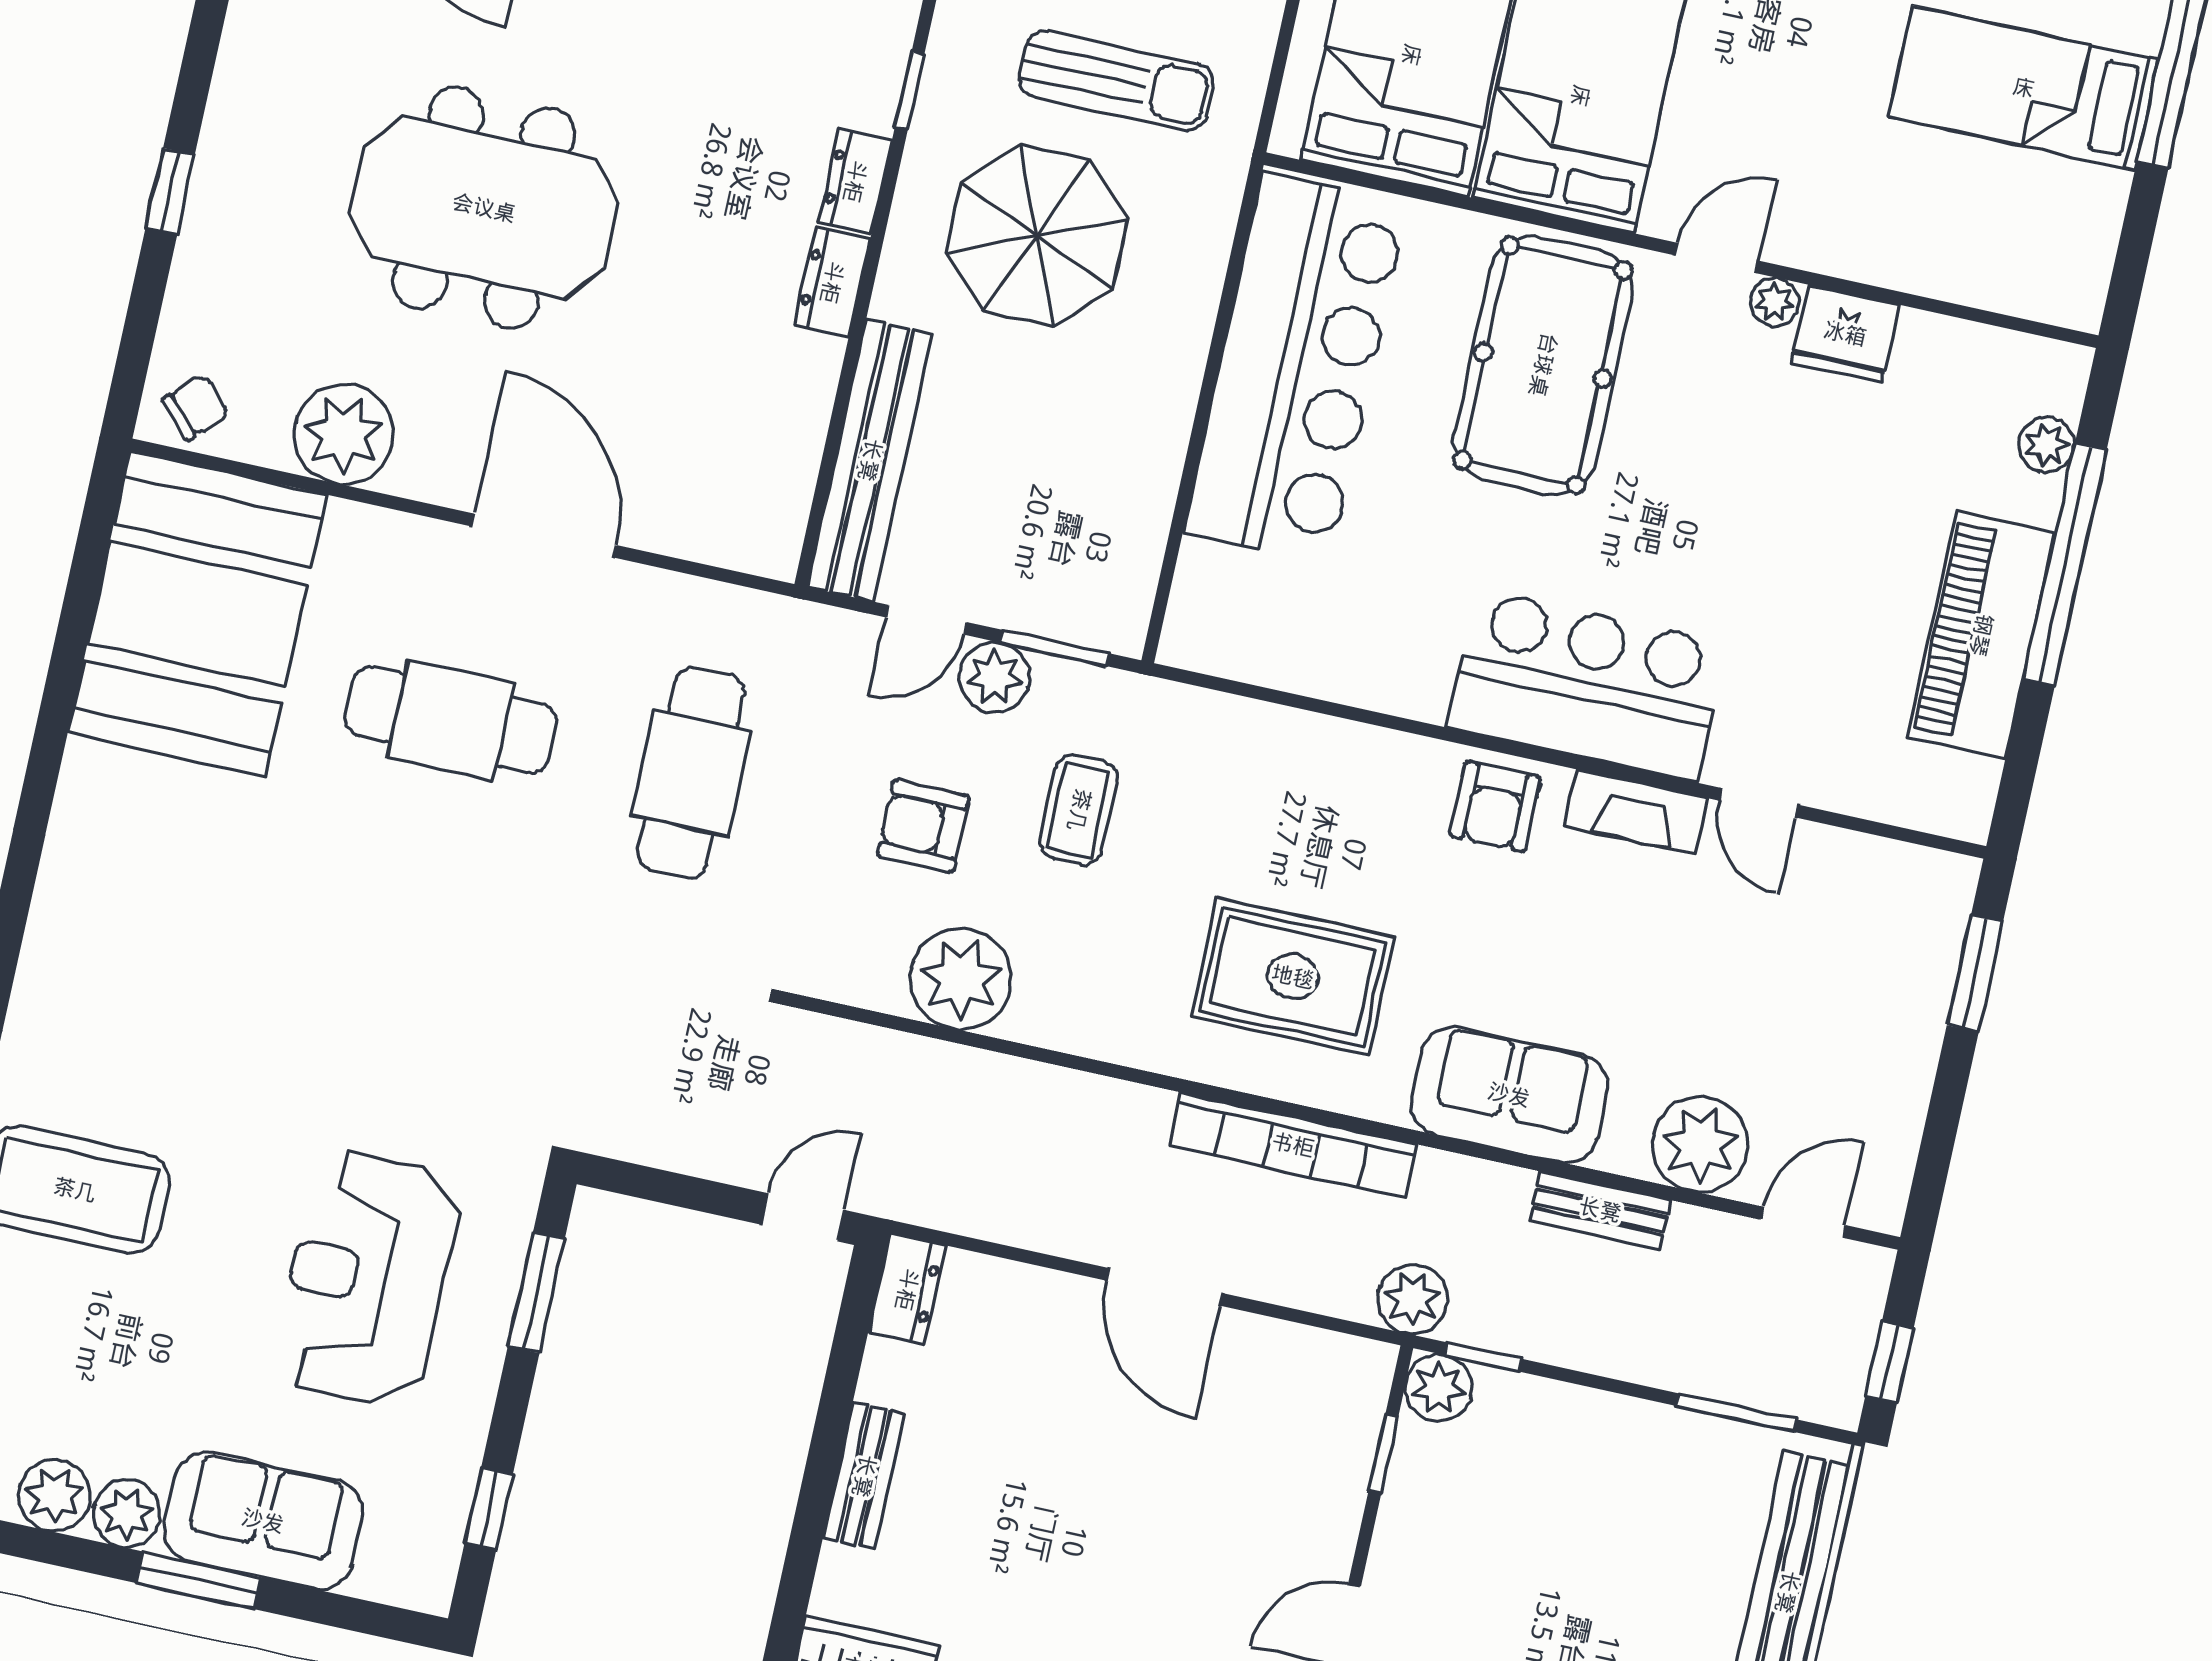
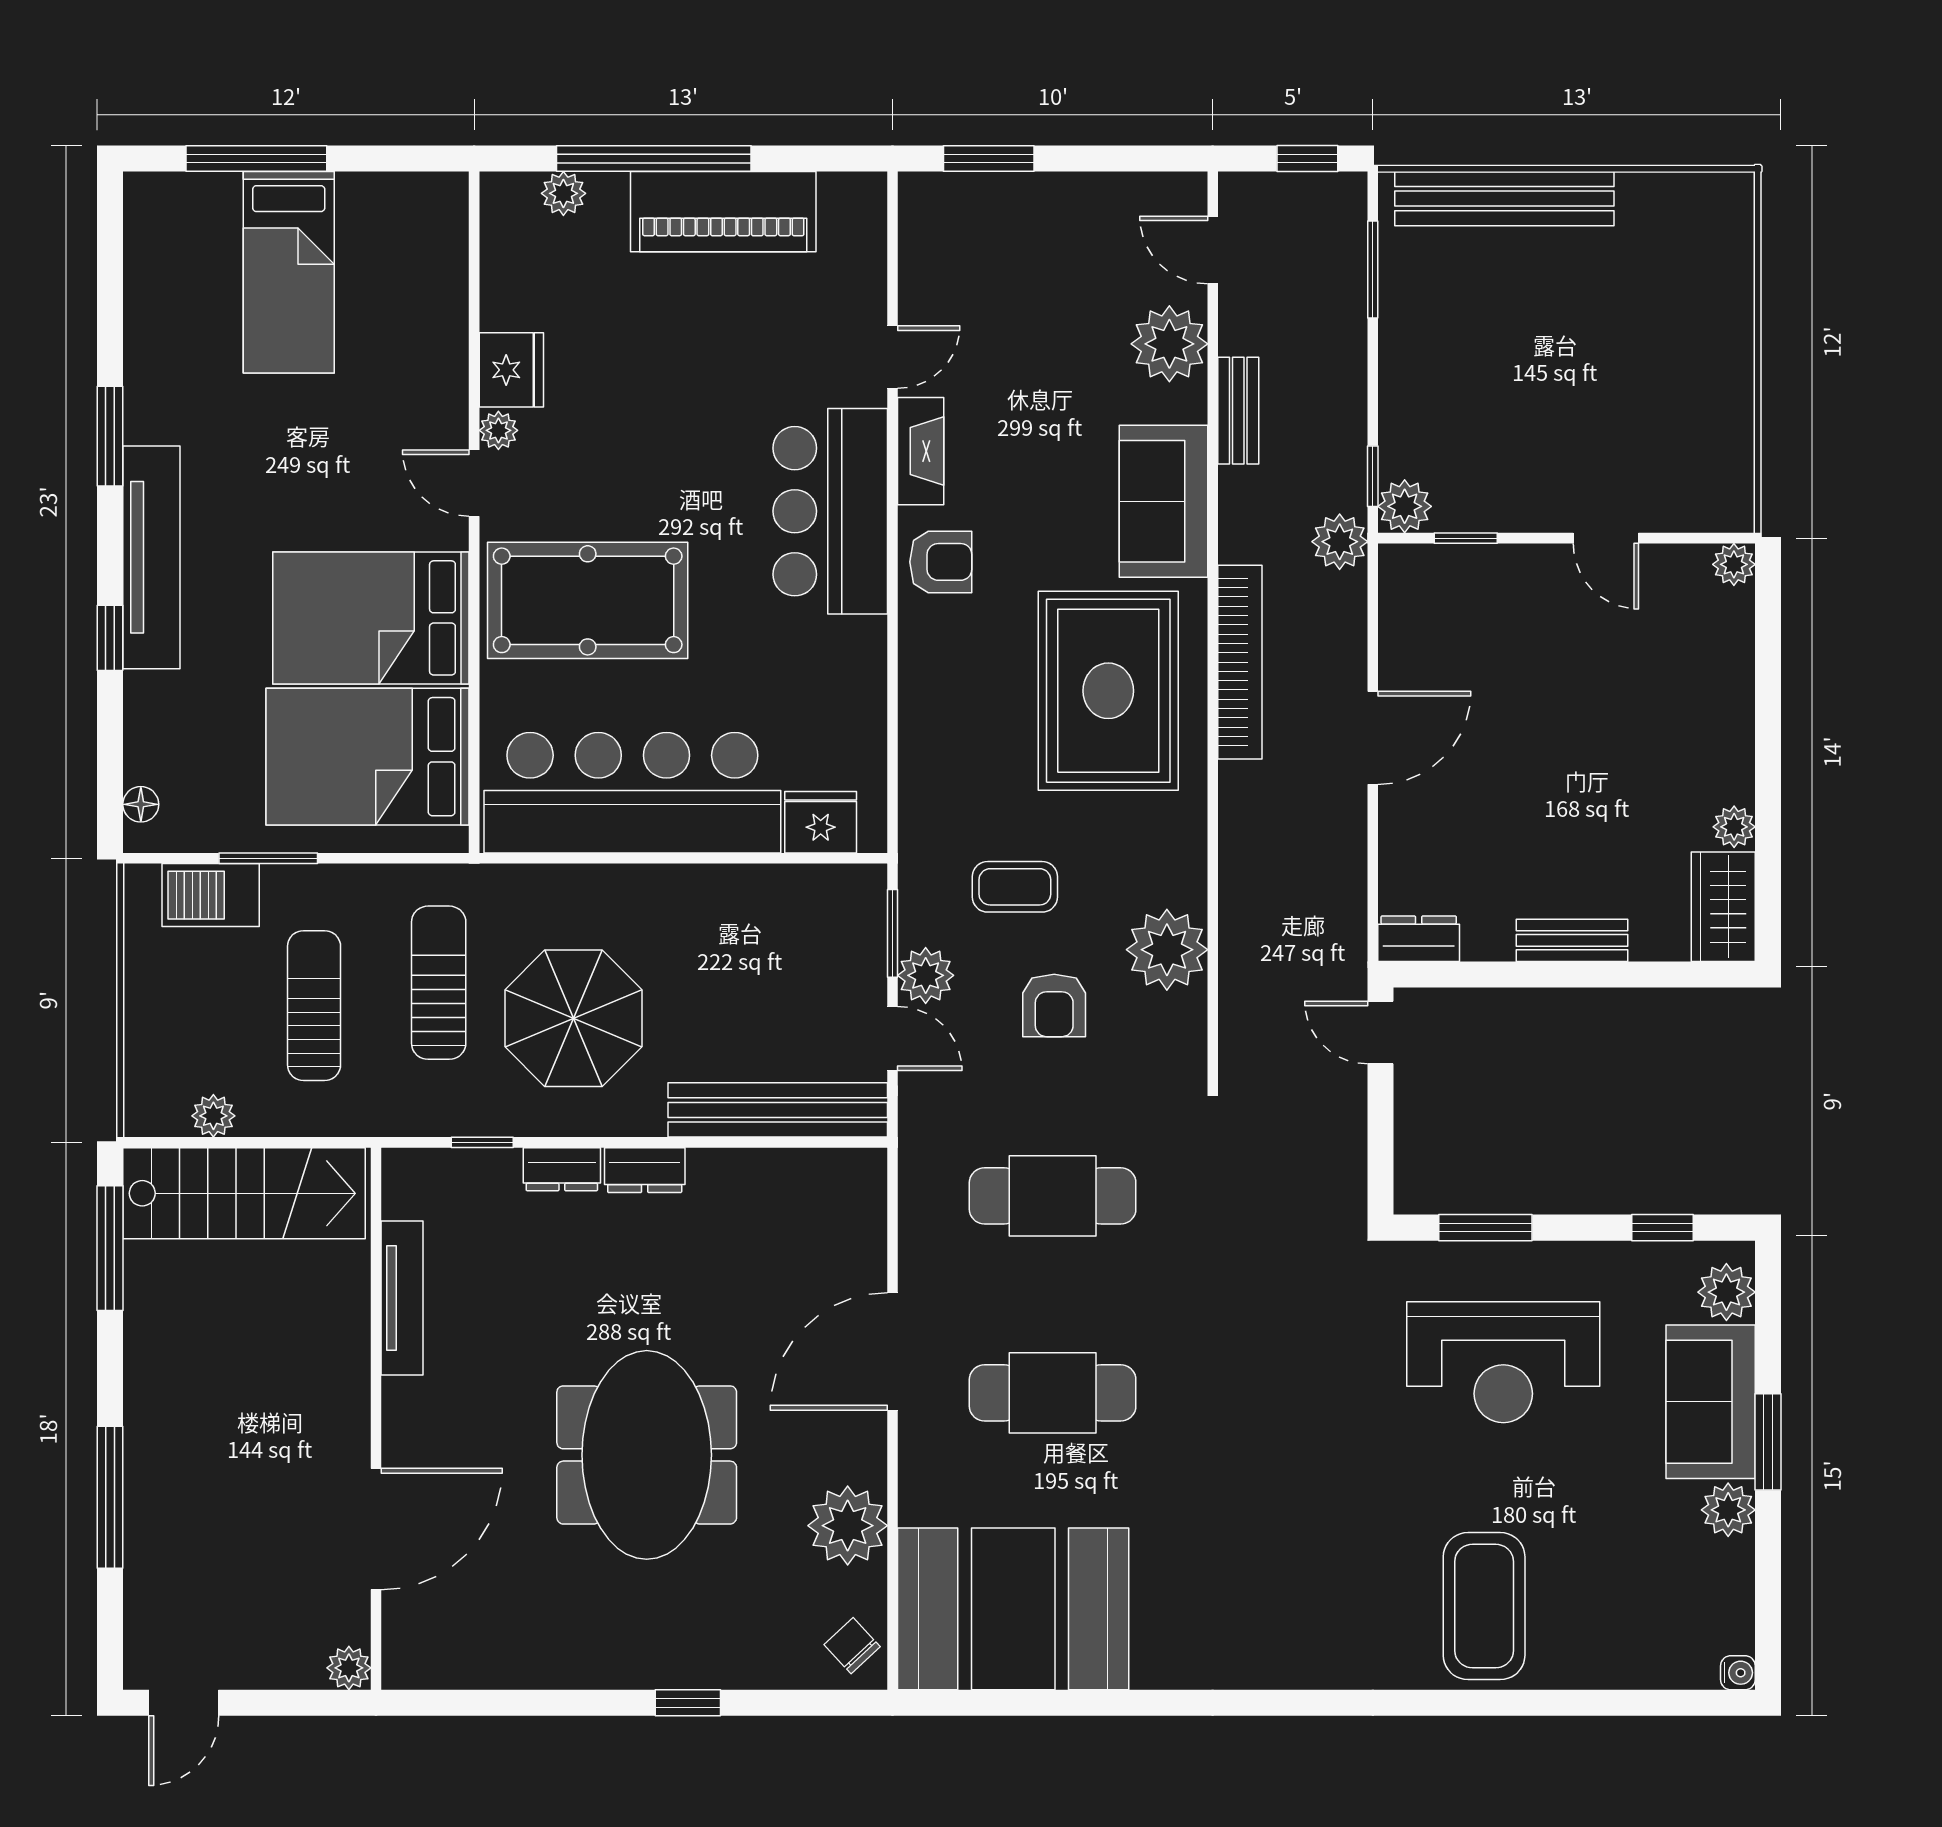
fridge: (1210, 590) -> (821, 822), added
cafe table: (451, 720) -> (1053, 1393), turned 90
rug: (1293, 977) -> (1108, 691), width x1.37, depth x1.44
plant: (54, 1495) -> (1726, 1292), moved

